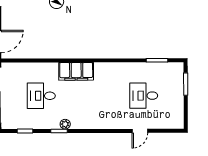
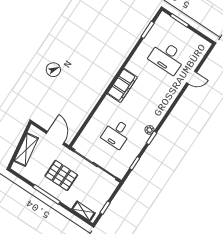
filing cabinet: (76, 71) -> (122, 85), moved
desk: (144, 96) -> (167, 57), width x1.37
door: (140, 131) -> (192, 78), hinge flipped

